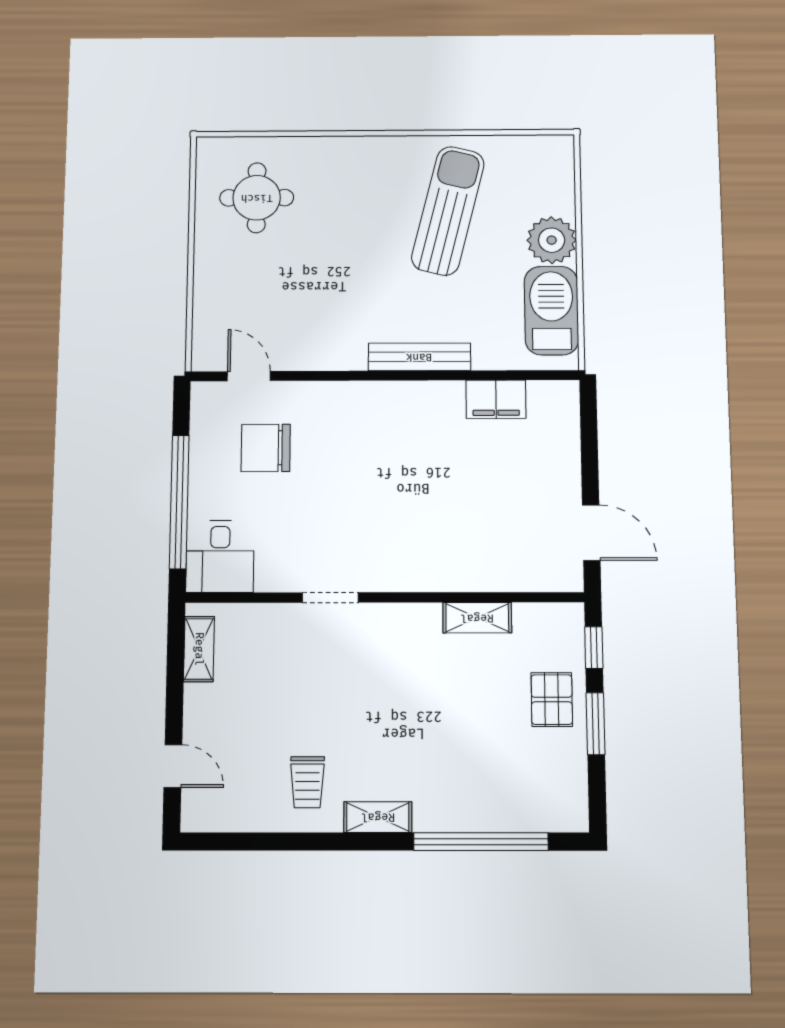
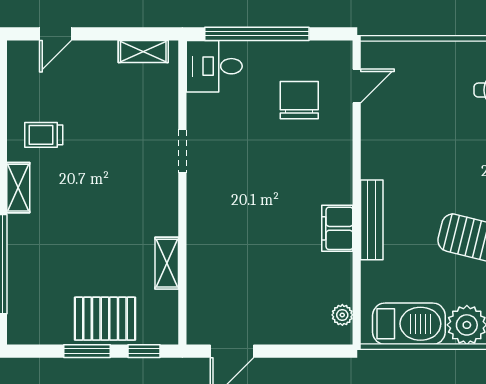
plant: (542, 393) -> (342, 315), added
filing cabinet: (496, 399) -> (337, 228), moved
pallet: (552, 700) -> (105, 319), width x1.50, depth x1.42

